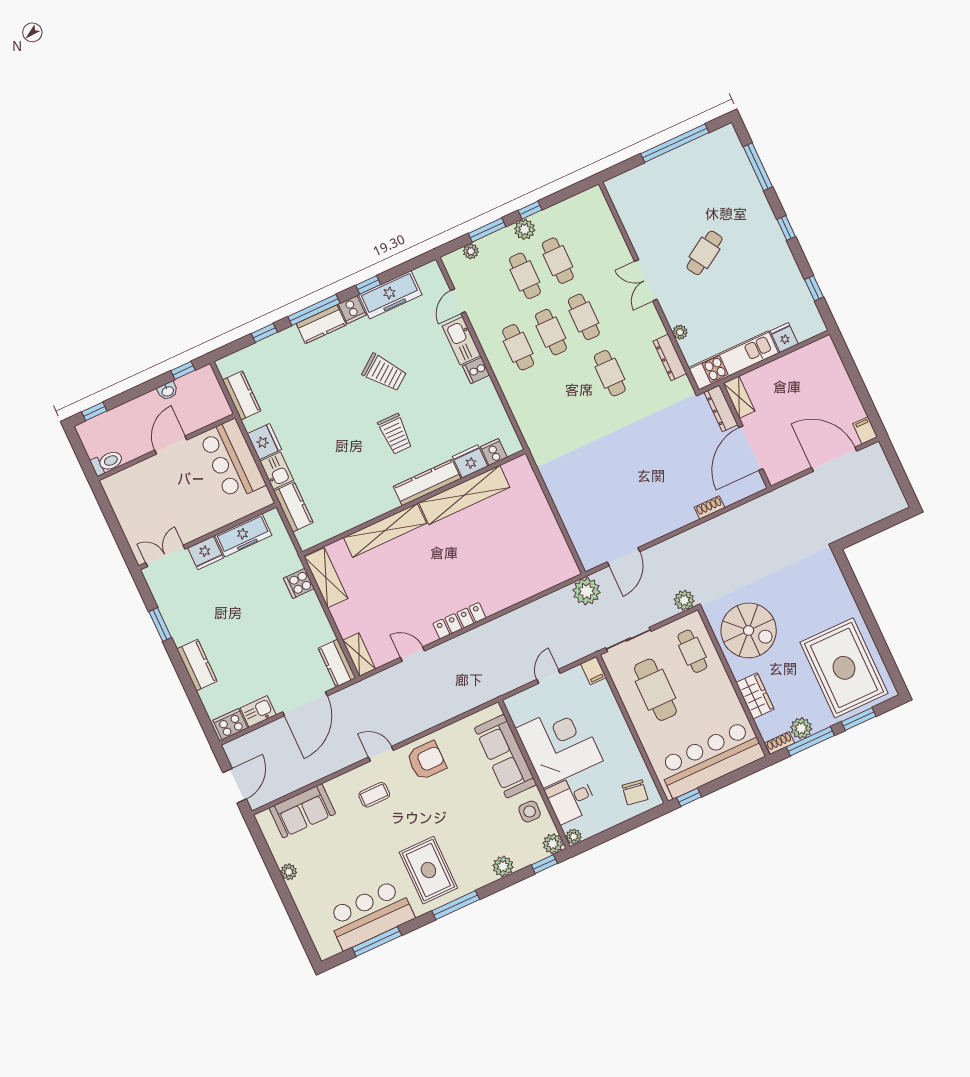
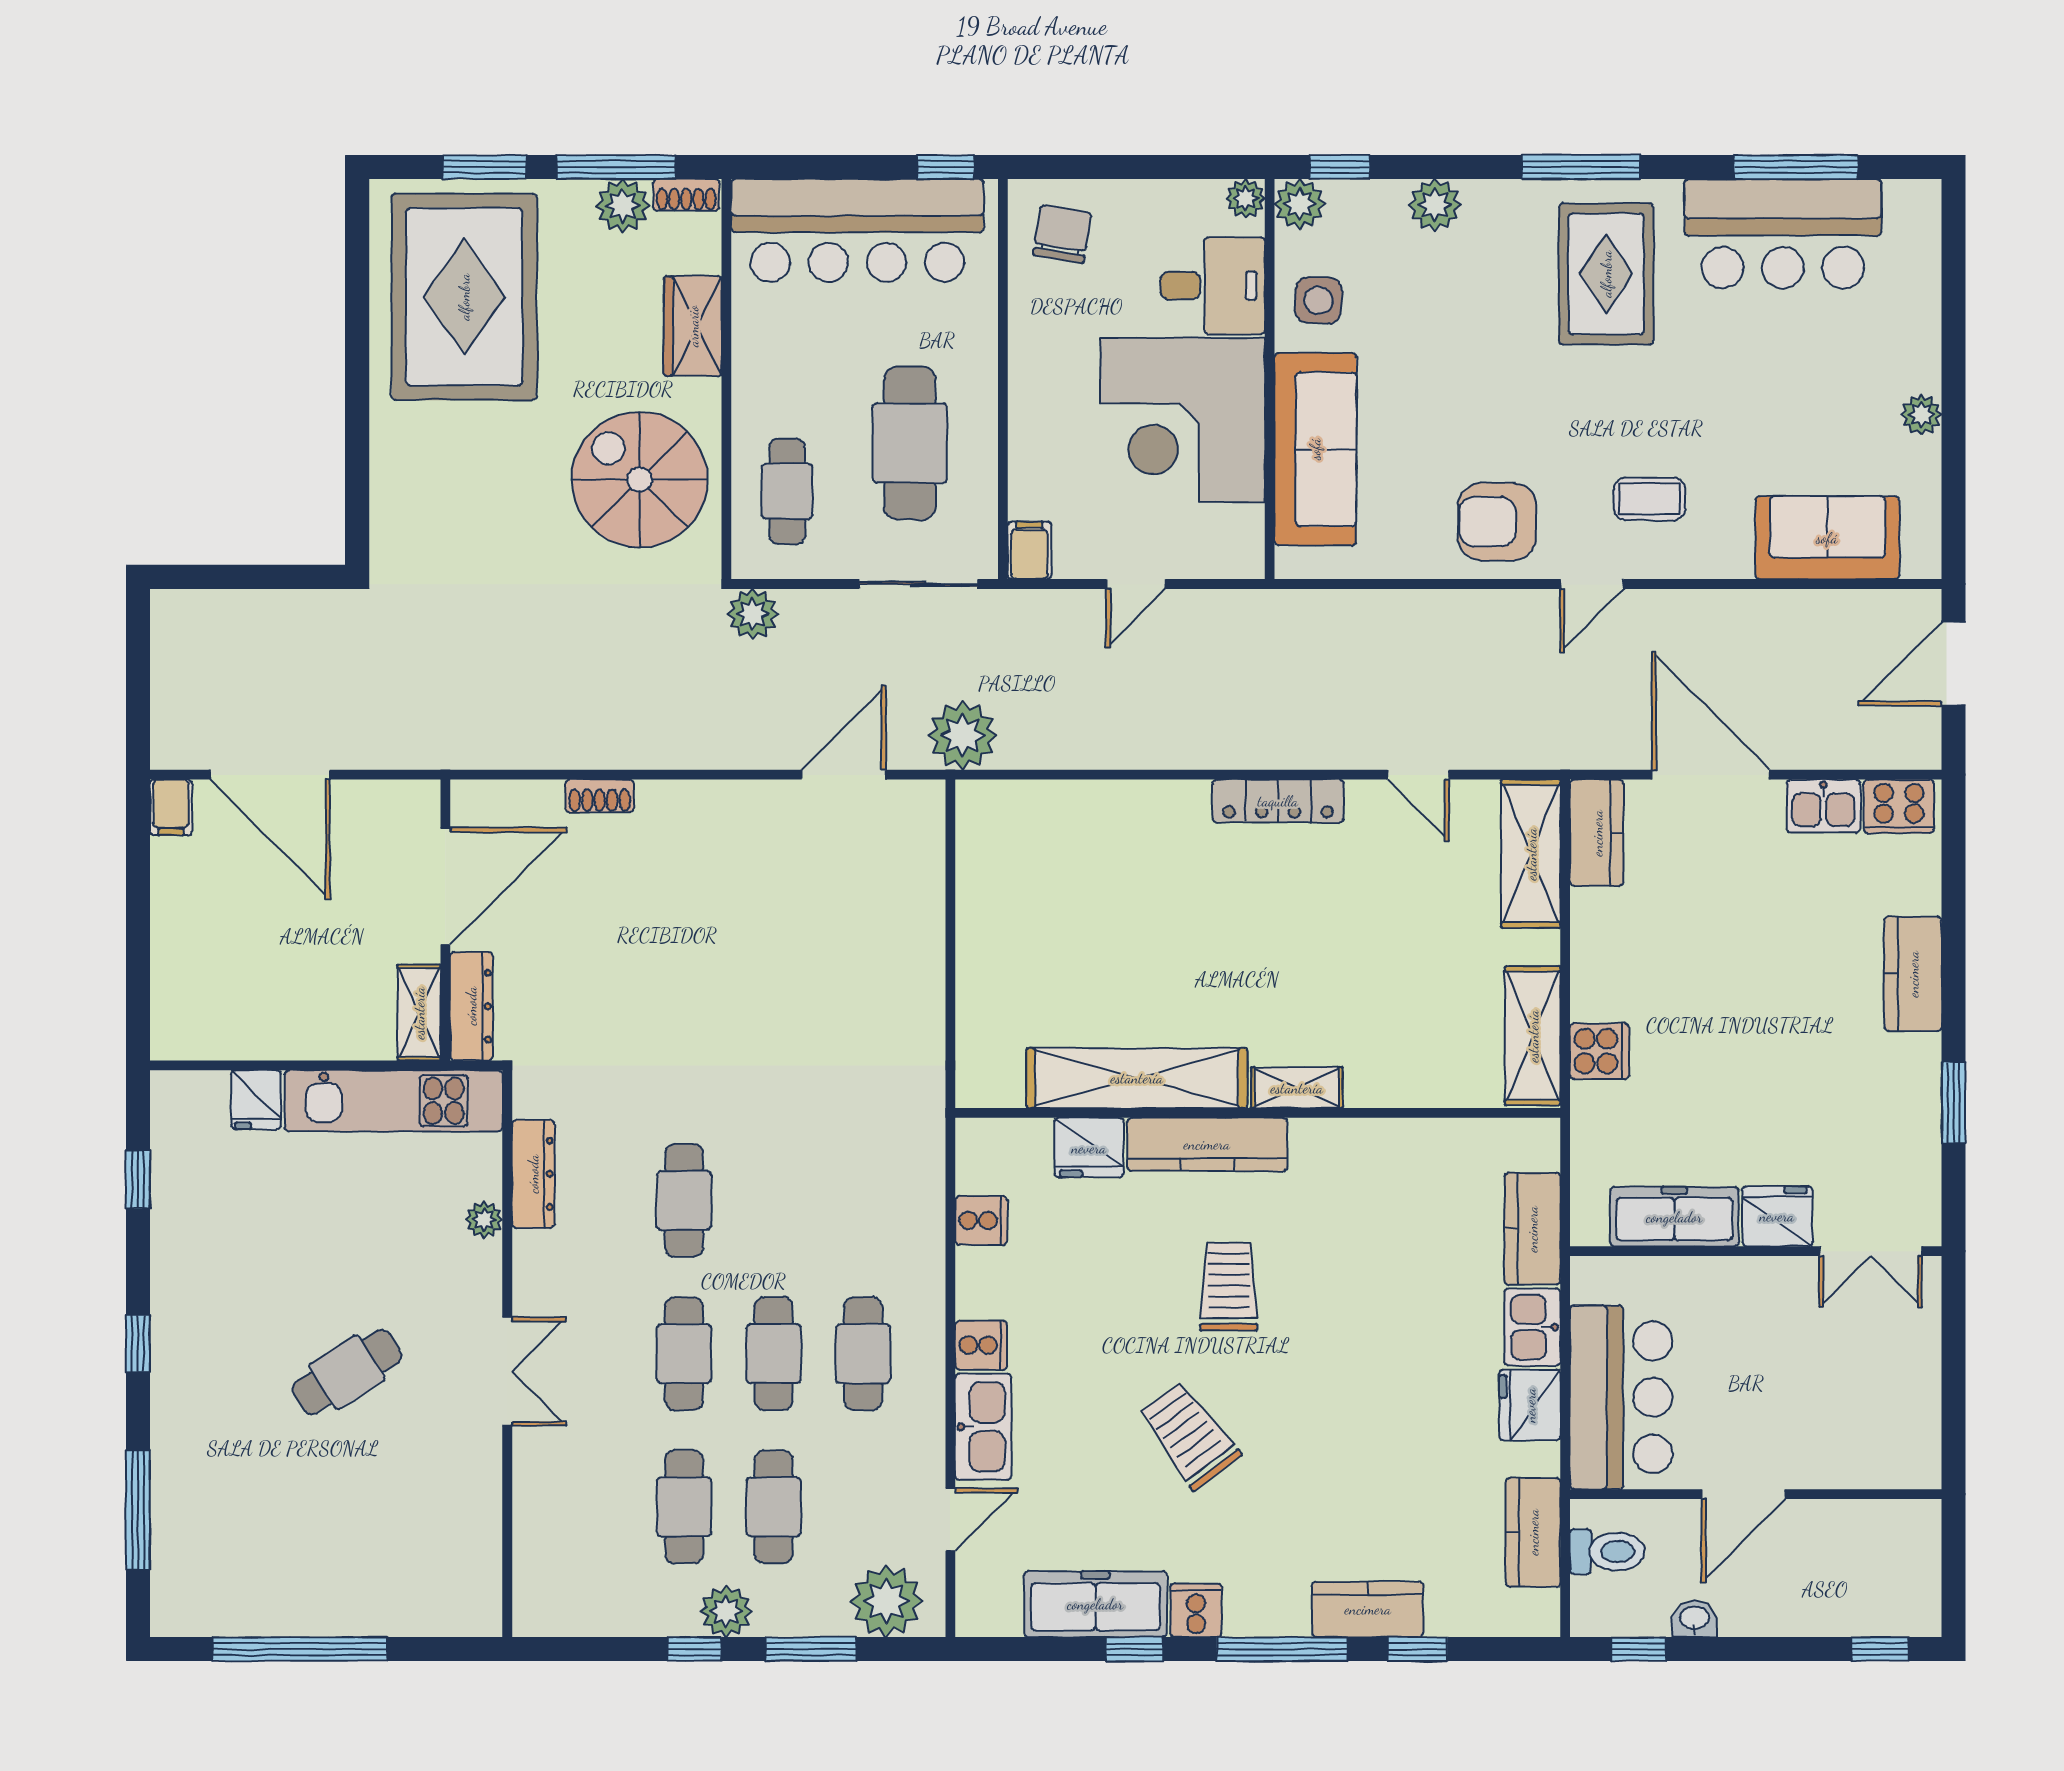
plant: (471, 251) -> (886, 1601), width x1.88, depth x1.88
kitchen counter: (321, 324) -> (1368, 1609), moved
cooker: (494, 452) -> (981, 1220), moved, turned -90
toilet: (107, 462) -> (1607, 1552), moved, turned 180
shelving: (385, 530) -> (1297, 1088), width x0.45, depth x0.75
shelving: (359, 655) -> (1531, 854), width x1.50, depth x1.33
door: (305, 704) -> (1711, 775), hinge flipped
door: (381, 754) -> (1592, 584), hinge flipped

